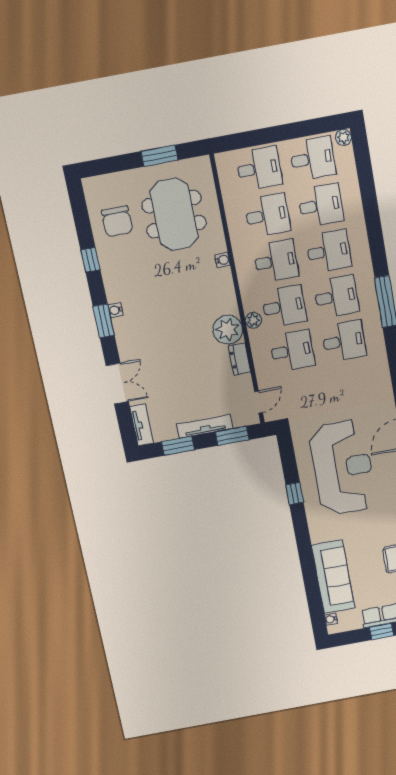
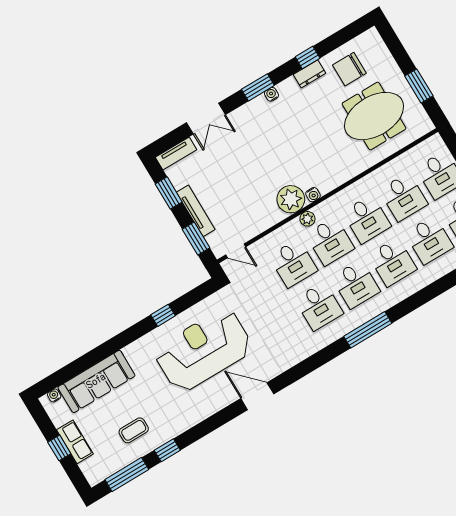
water cooler: (222, 260) -> (313, 195), moved
dresser: (240, 359) -> (310, 74), moved, turned 180
reception desk: (343, 468) -> (203, 350), turned 180

